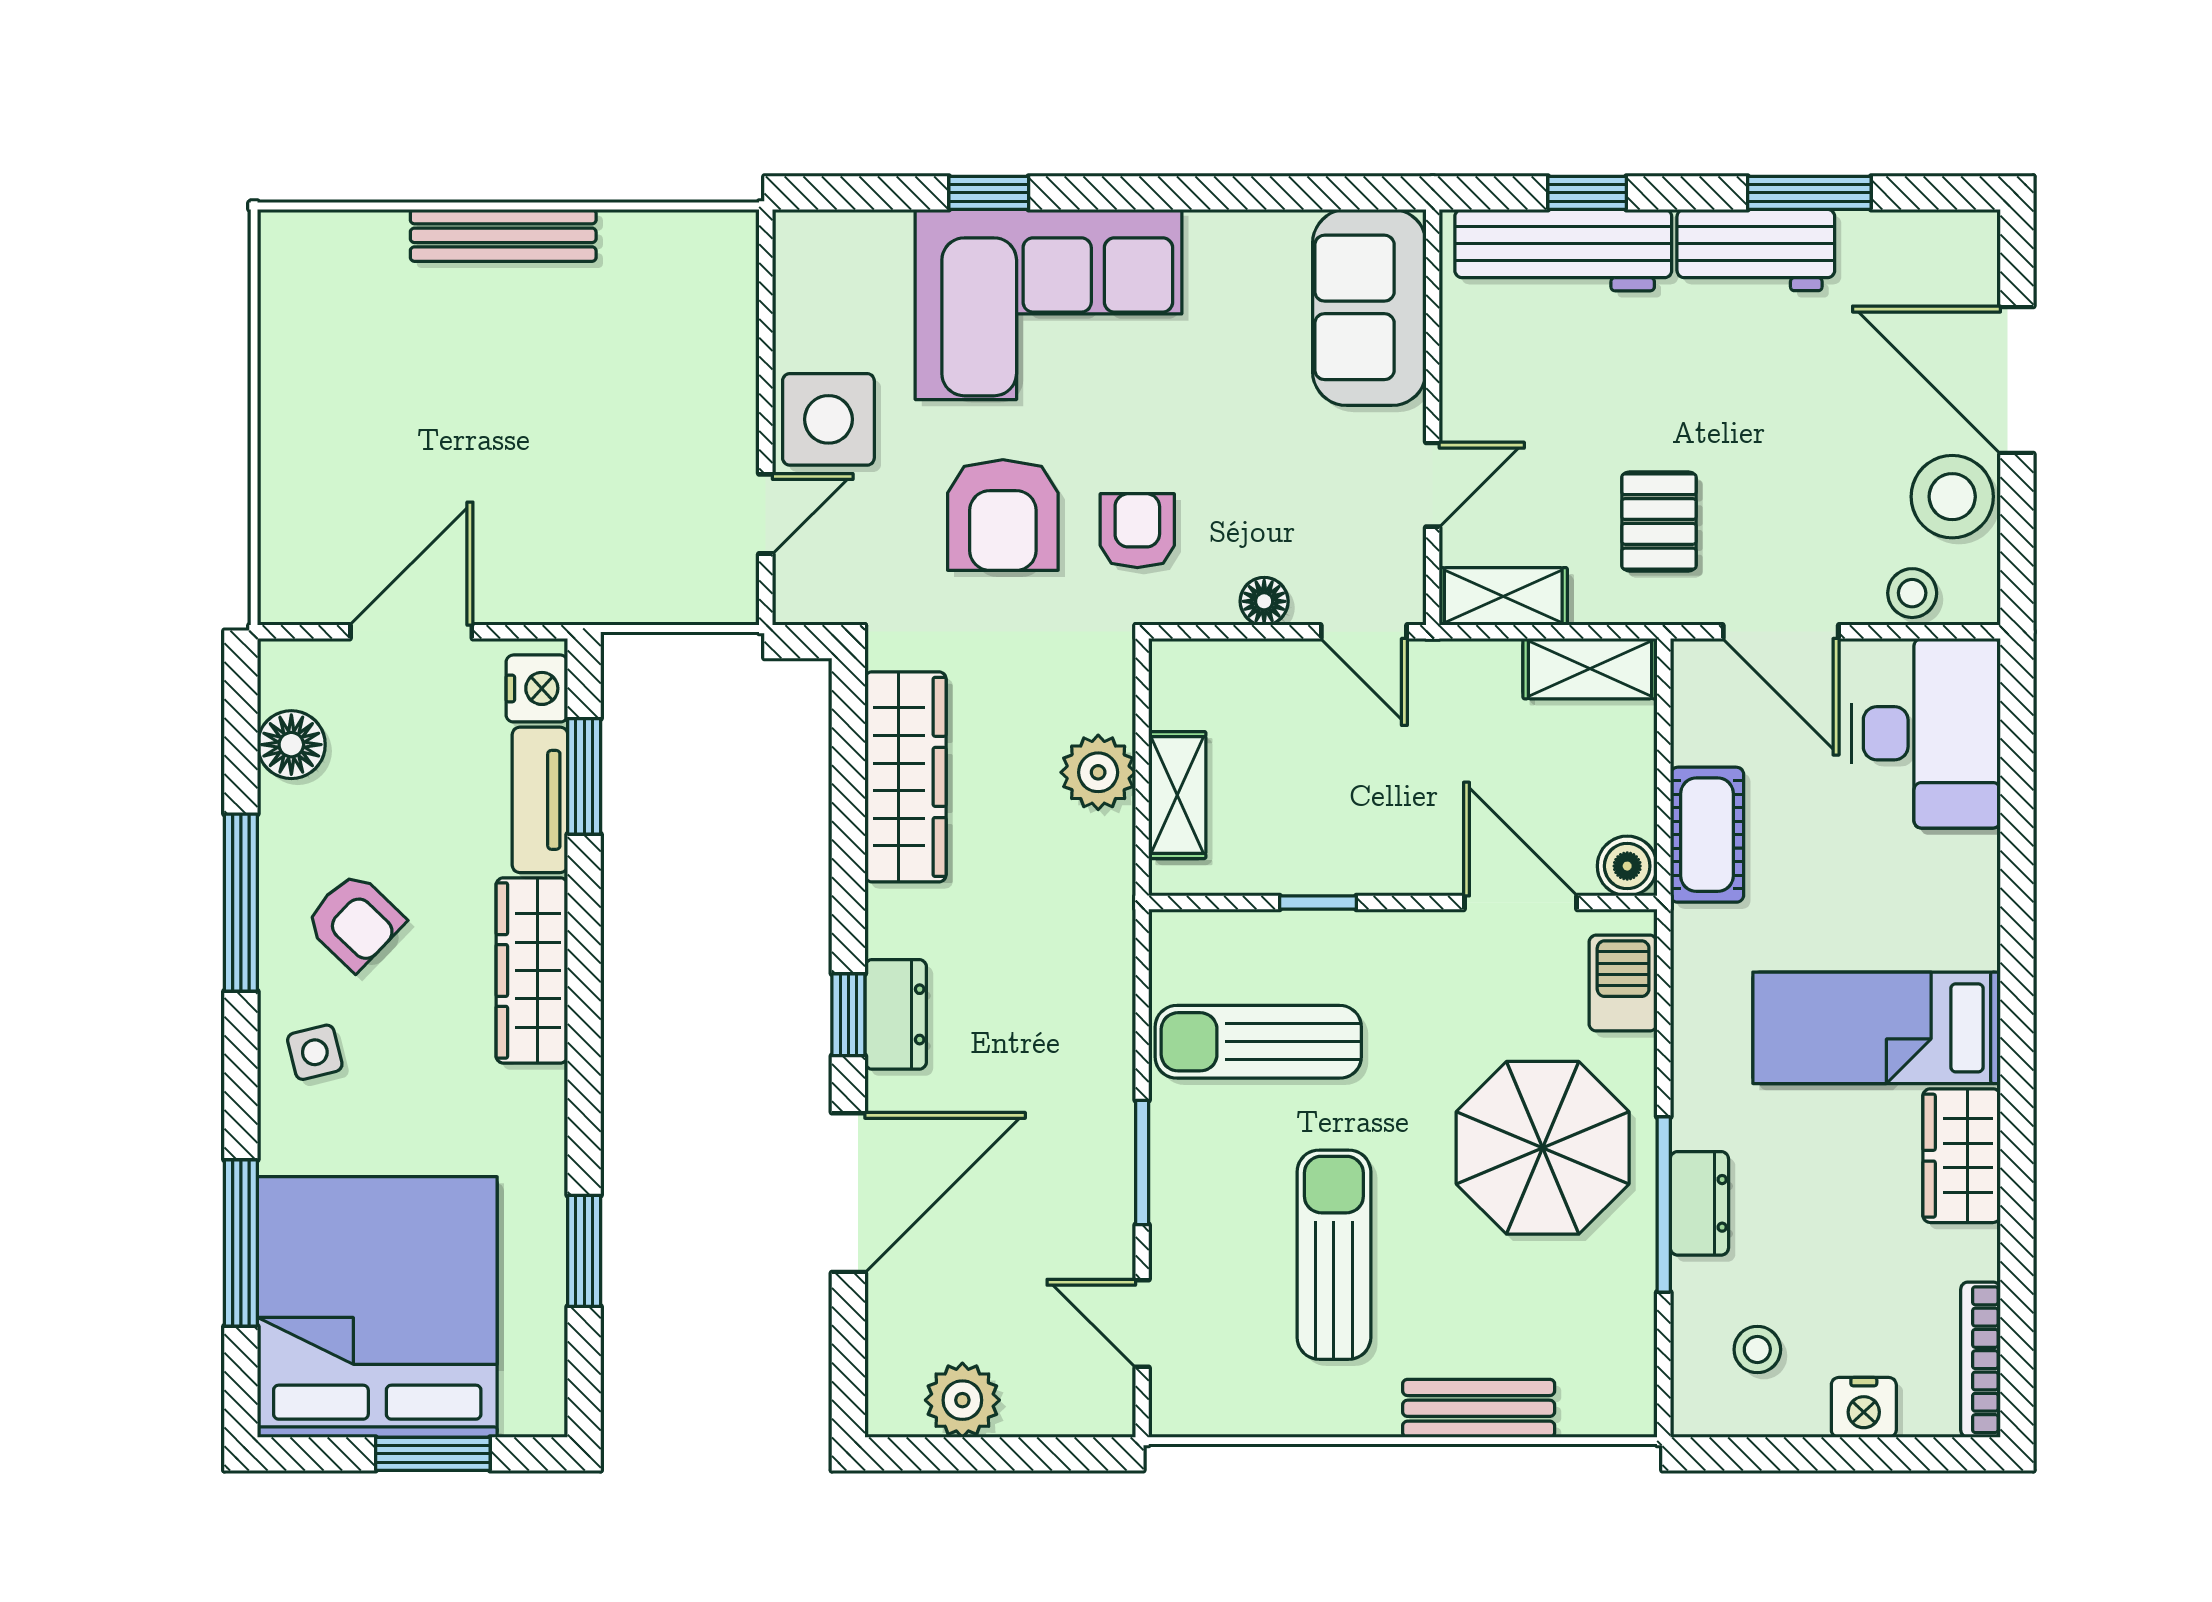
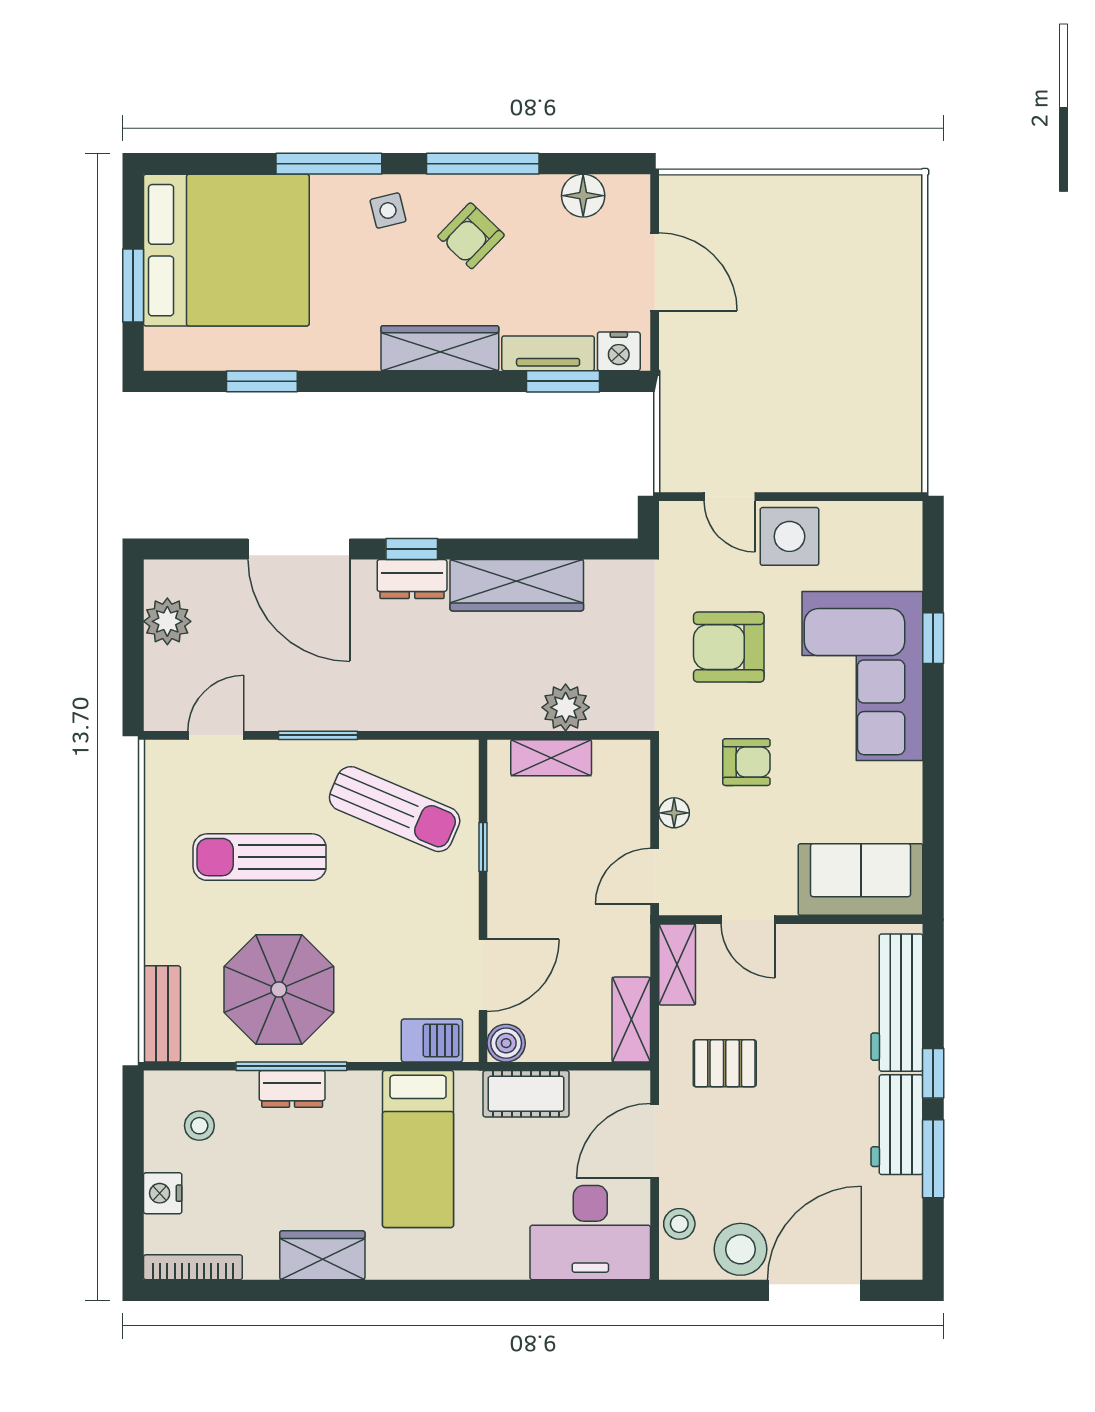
window: (1587, 193) -> (933, 1073), moved
bench: (503, 235) -> (906, 330), removed
armchair: (1137, 531) -> (746, 762), moved
wardrobe: (905, 777) -> (517, 585), moved
bed: (1877, 1028) -> (418, 1149), moved, turned 180
sun lounger: (1258, 1042) -> (395, 809), turned 113
parasol: (1543, 1148) -> (279, 989), moved
window: (241, 1243) -> (329, 164), moved
sun lounger: (1334, 1255) -> (260, 857), turned 180
bench: (1479, 1408) -> (162, 1014), moved

